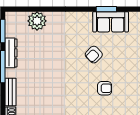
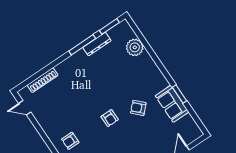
armchair: (105, 88) -> (110, 118), moved
bench: (10, 92) -> (67, 64), removed

